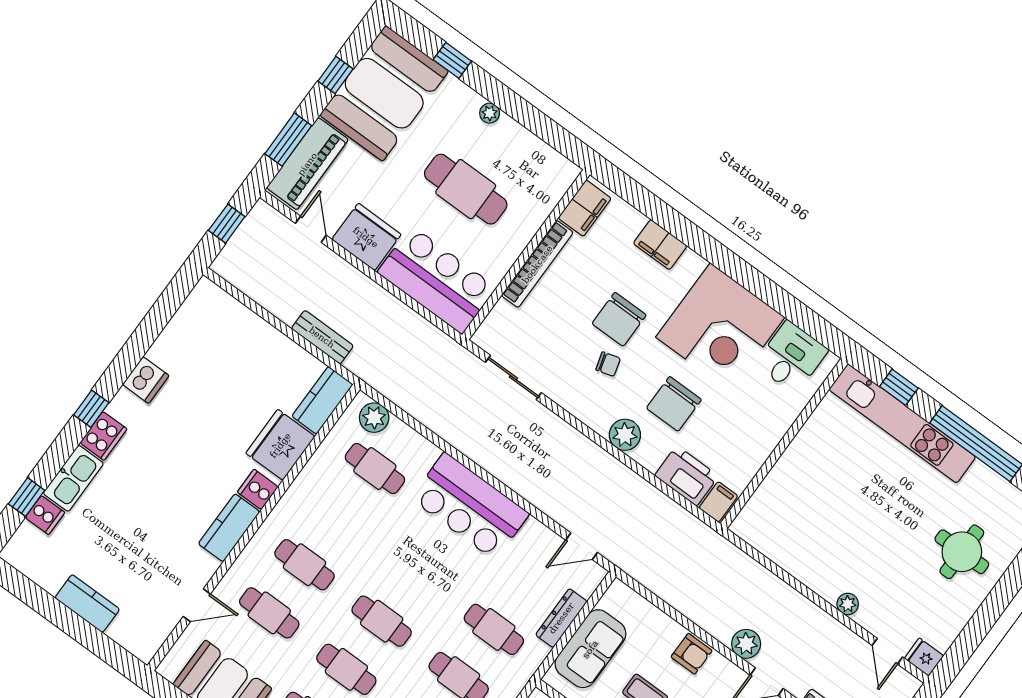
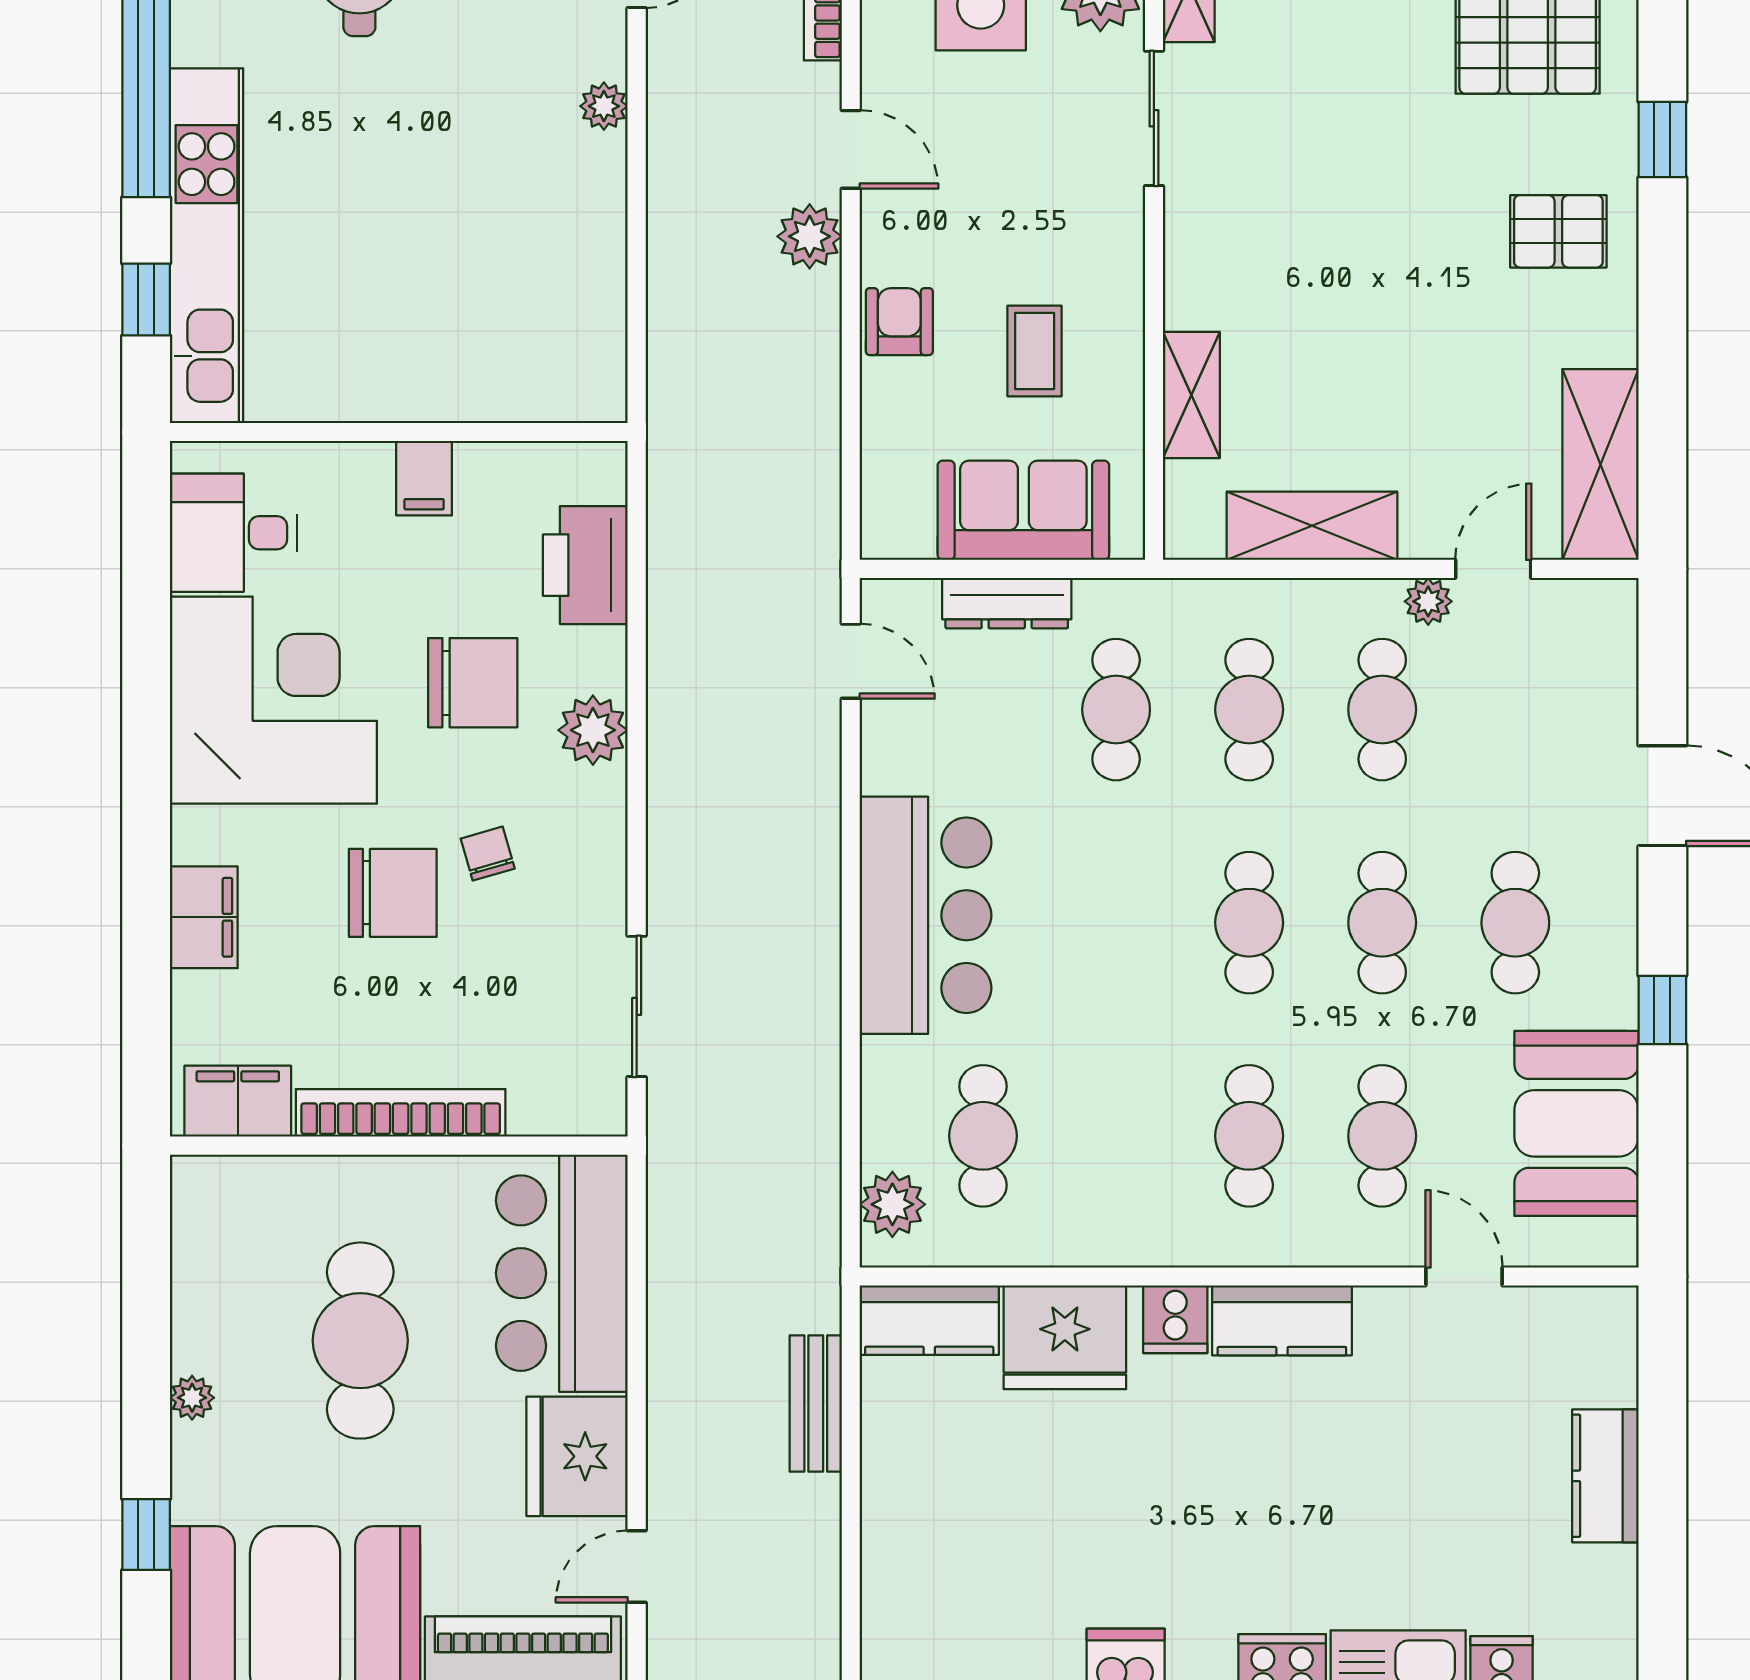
filing cabinet: (718, 502) -> (424, 478), moved, turned -90

